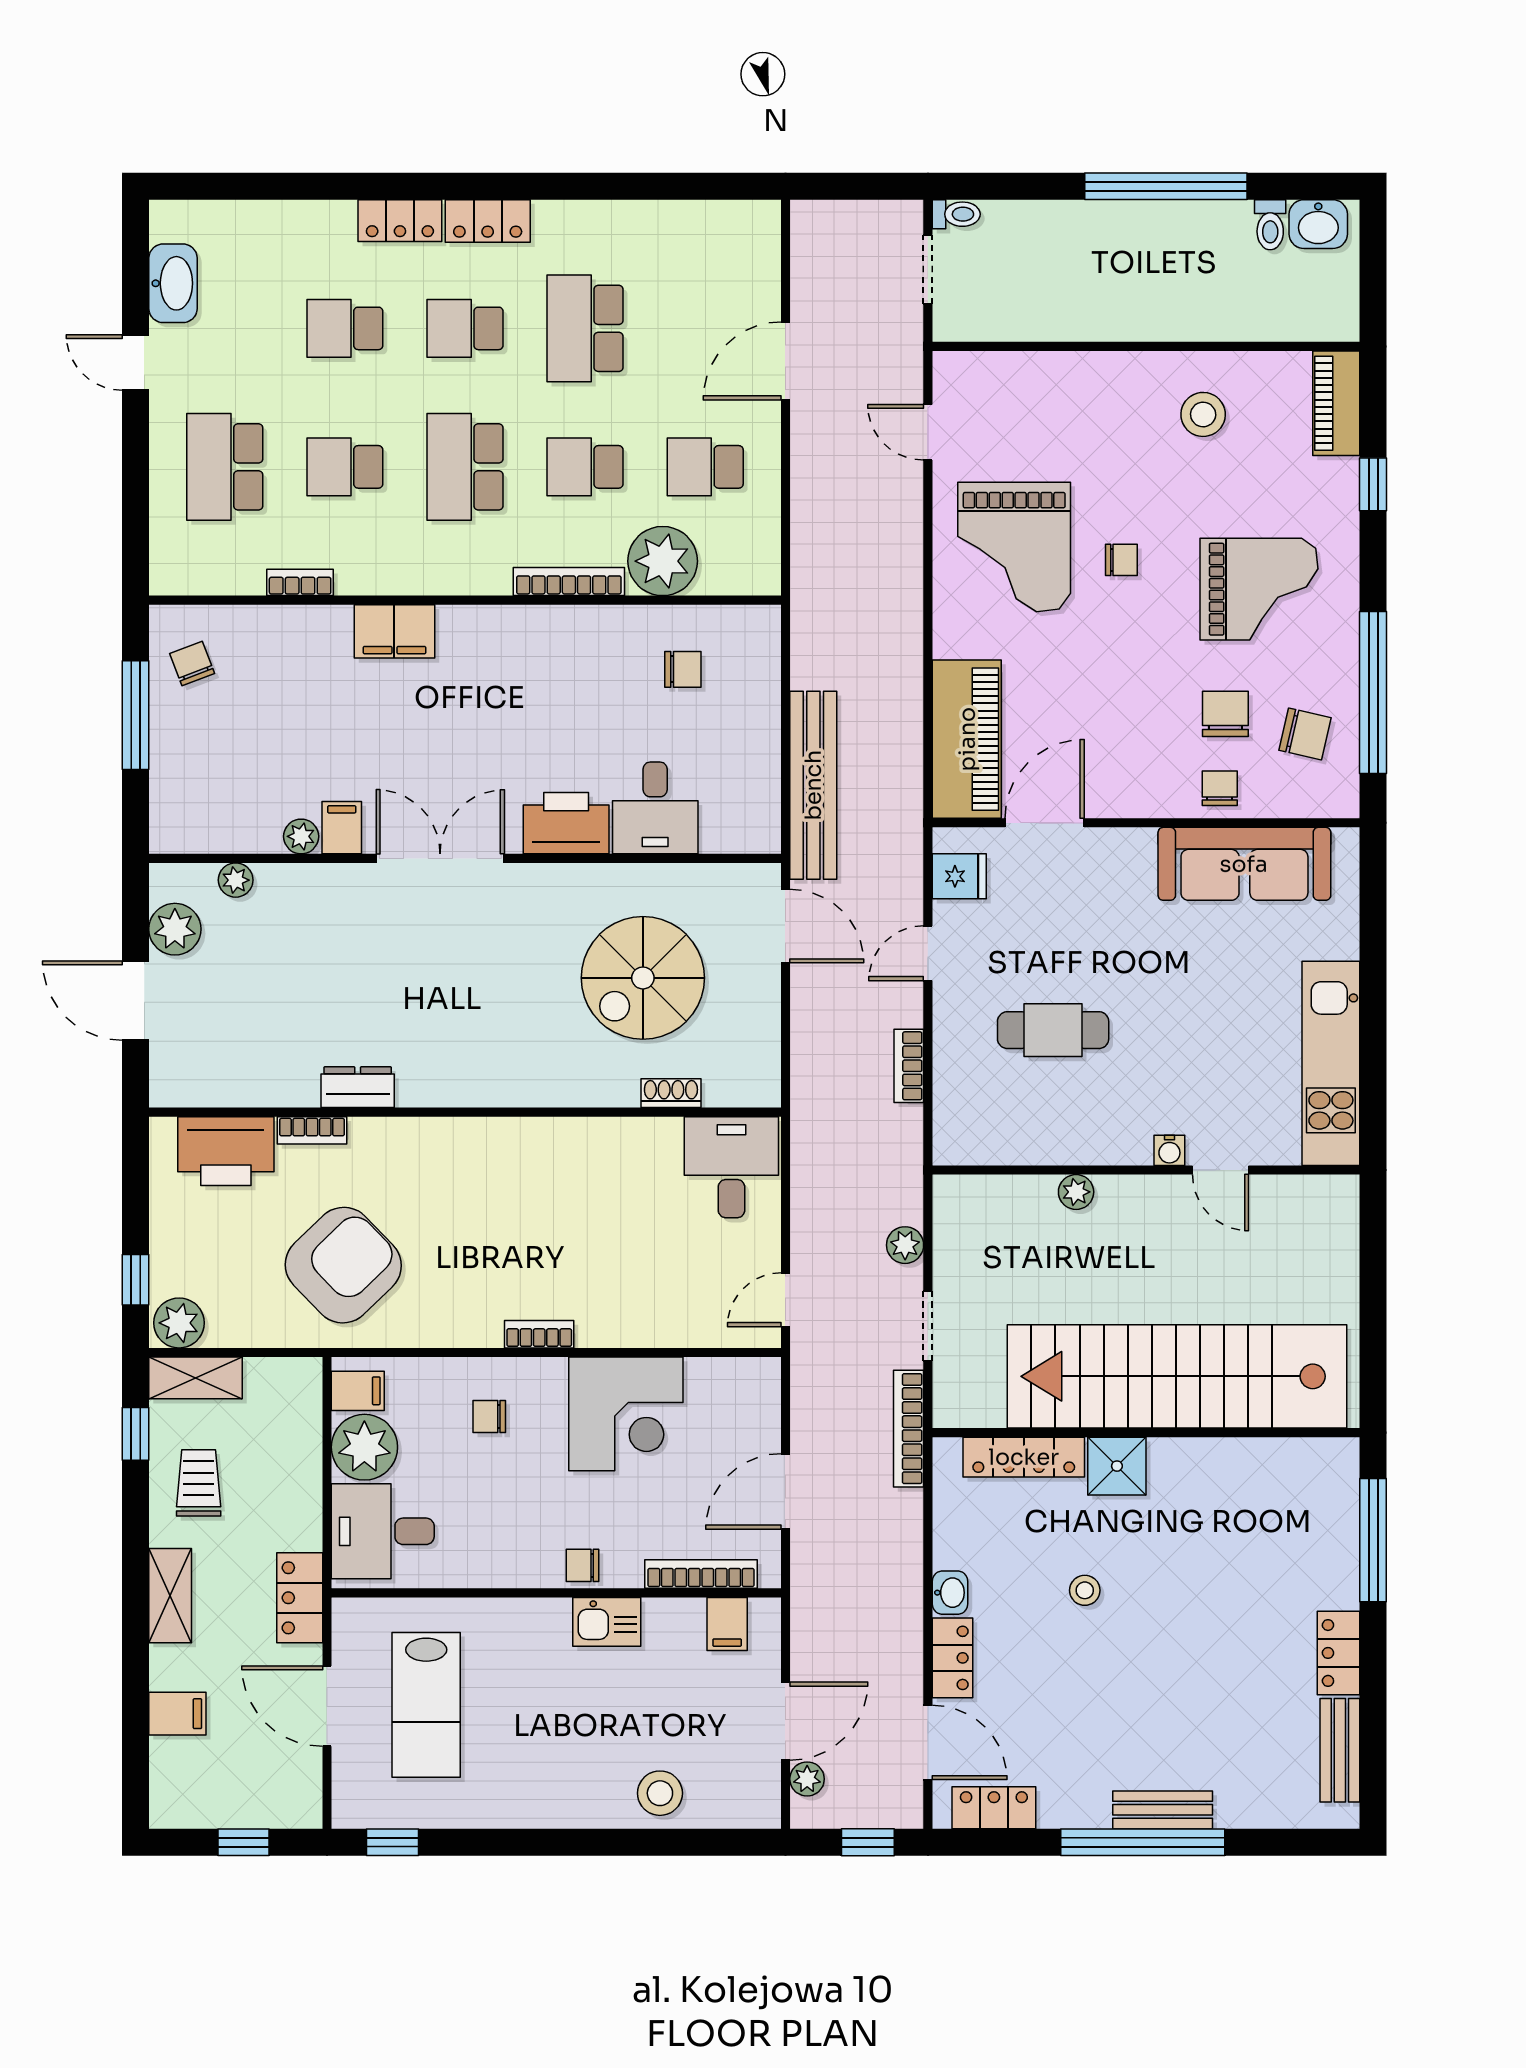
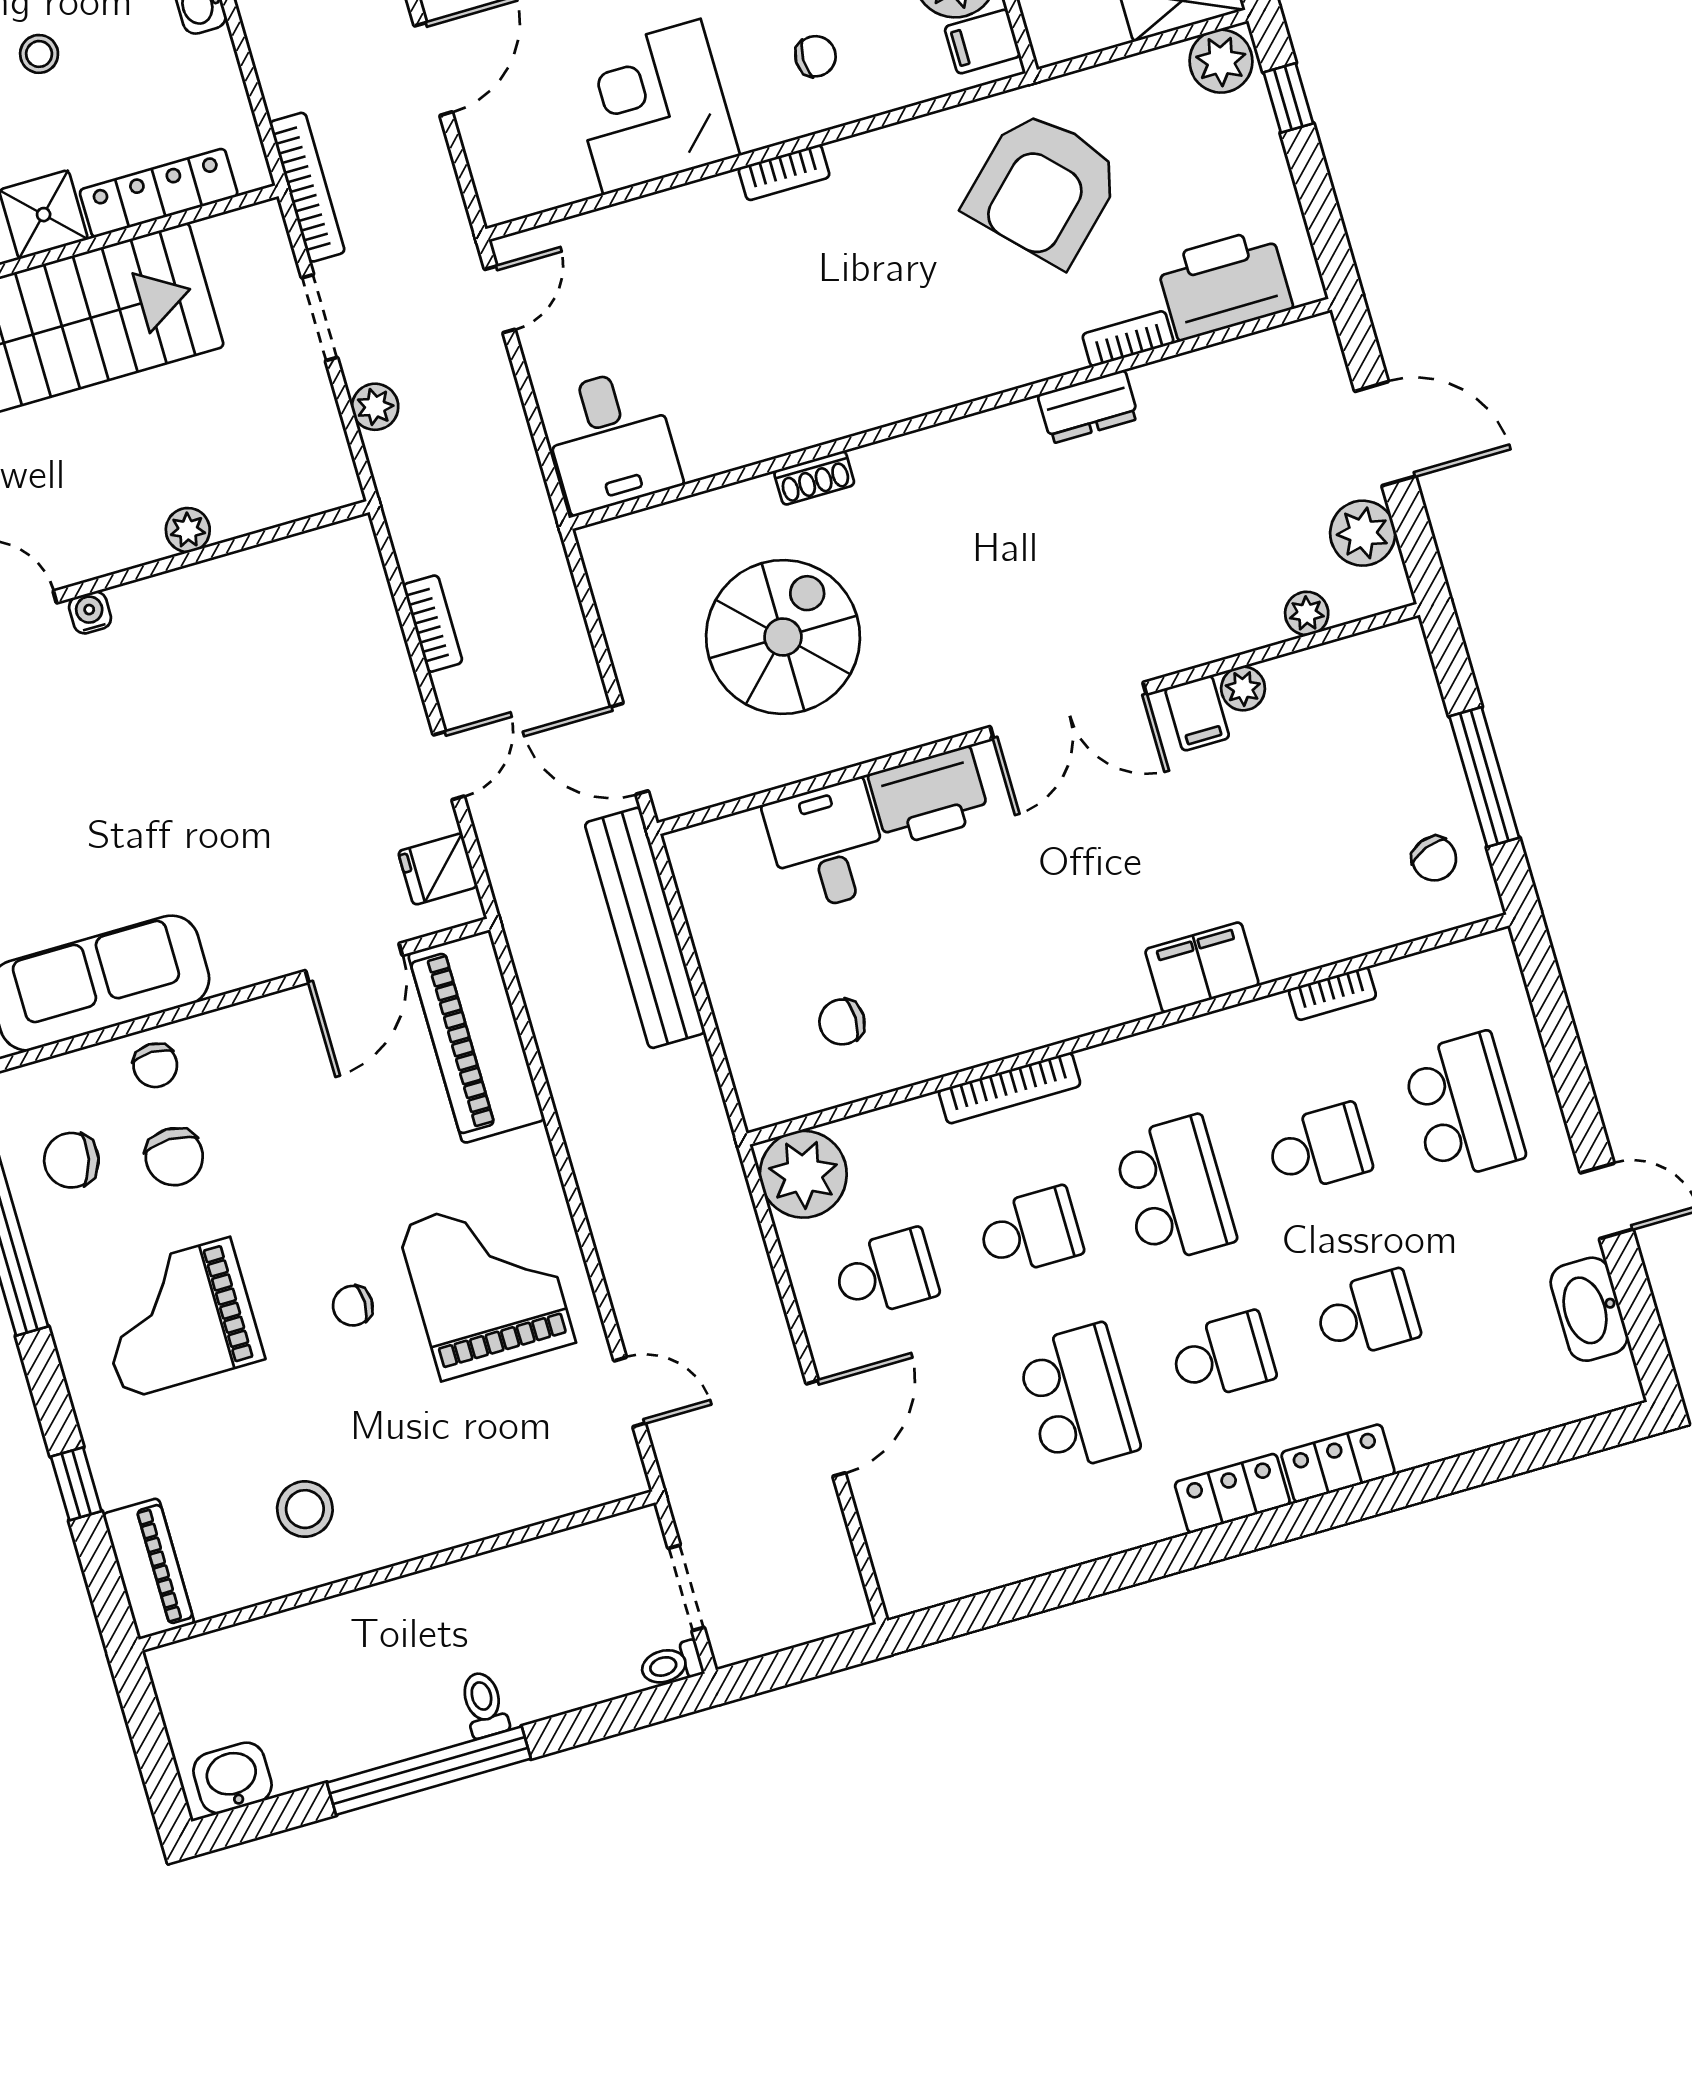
toilet: (1270, 225) -> (484, 1704), moved
plant: (663, 561) -> (803, 1174), moved
cafe table: (1053, 1030) -> (272, 717), removed
shoe rack: (671, 1093) -> (814, 478), moved

